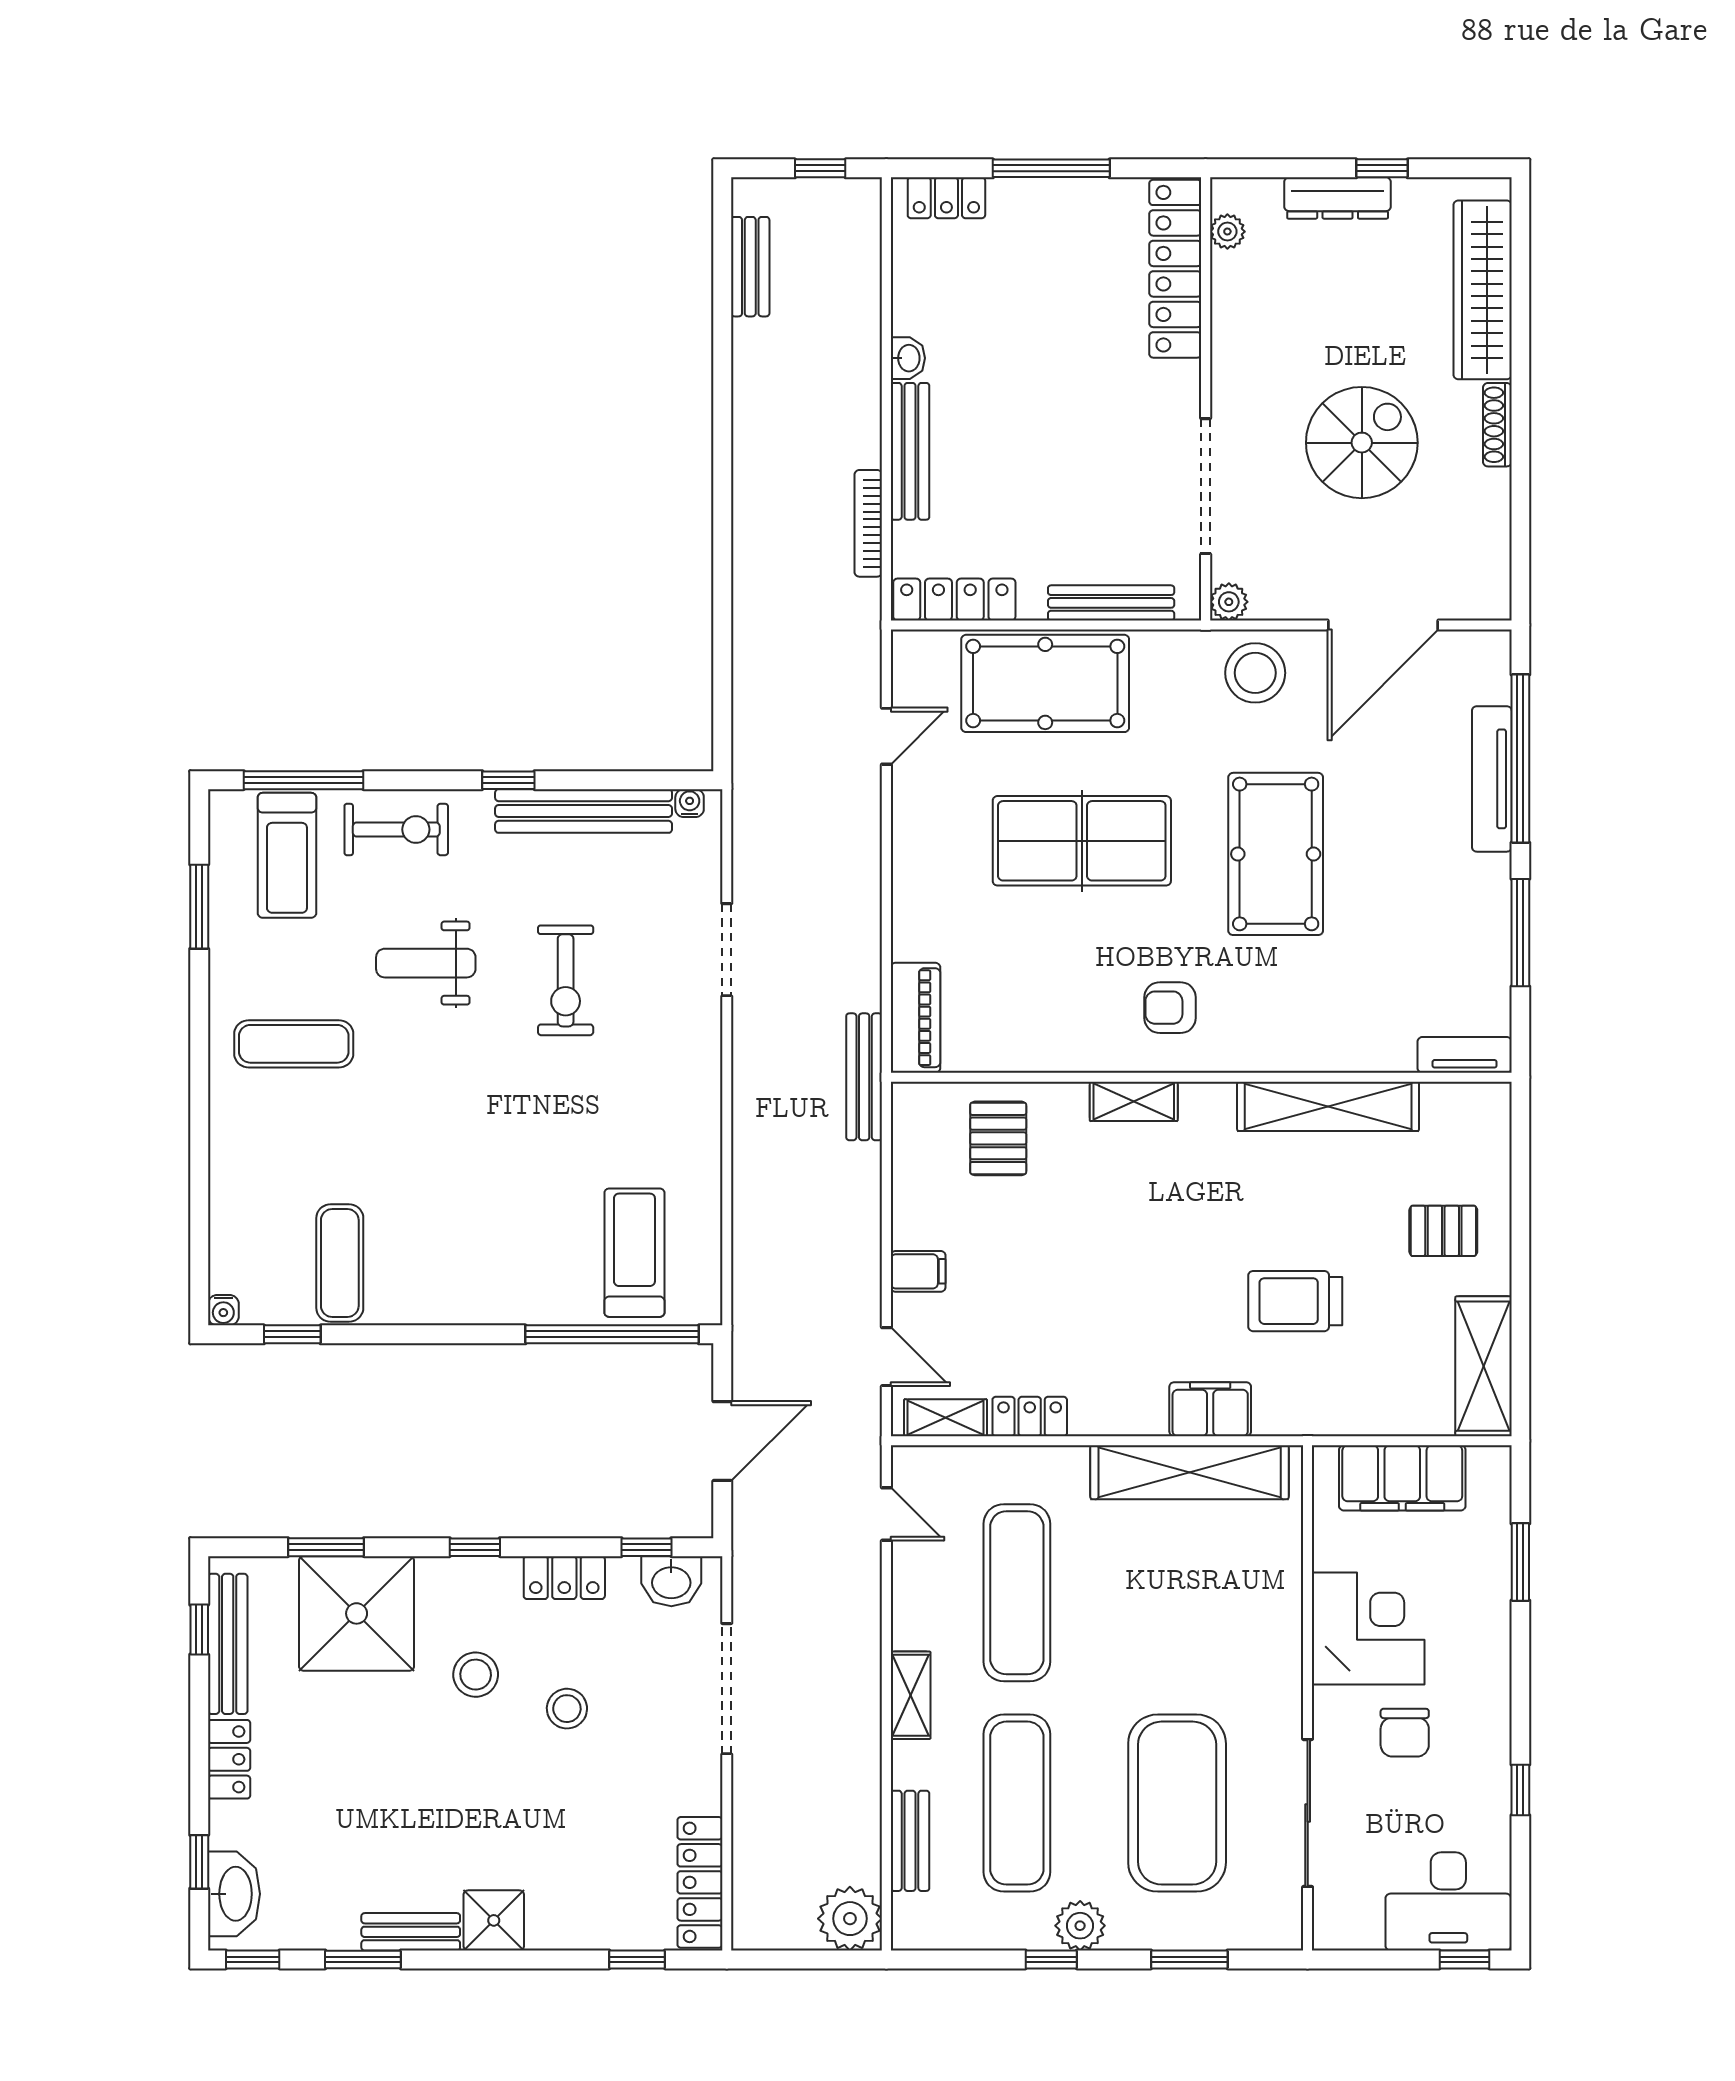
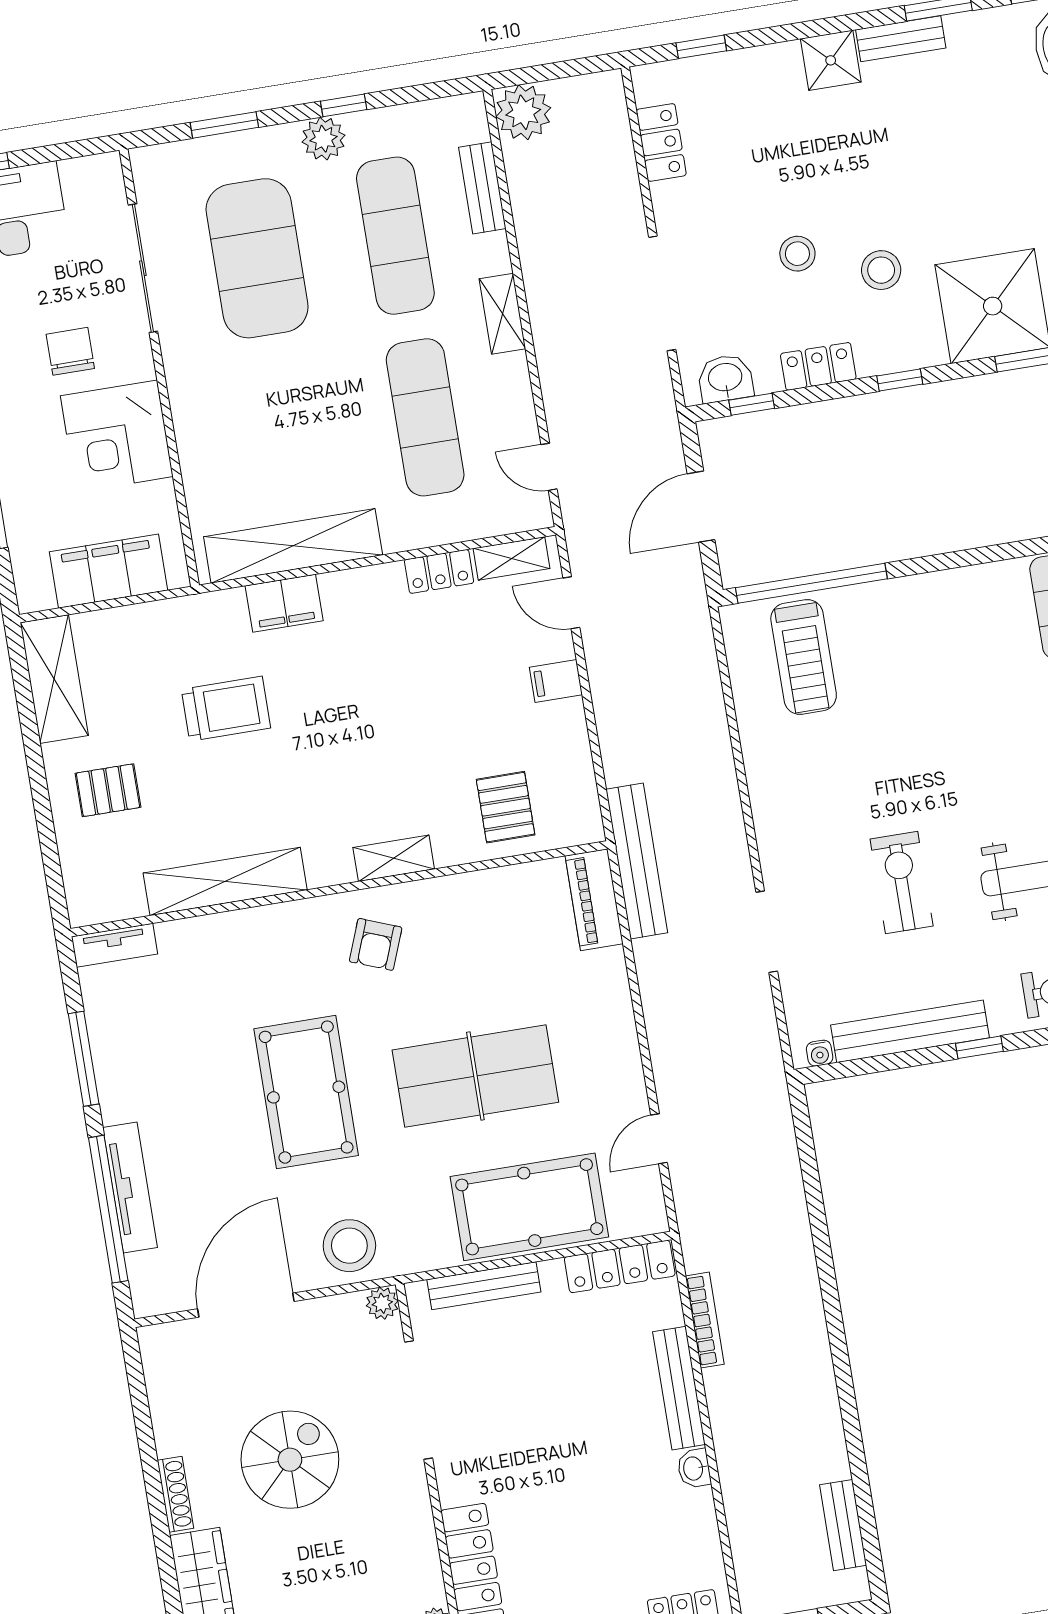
spiral stairs: (1362, 443) -> (290, 1460), turned 180
armchair: (1170, 1008) -> (376, 944), turned 111
bench: (864, 1077) -> (637, 861), width x1.37, depth x1.21
locker: (700, 1882) -> (661, 142), width x0.66

